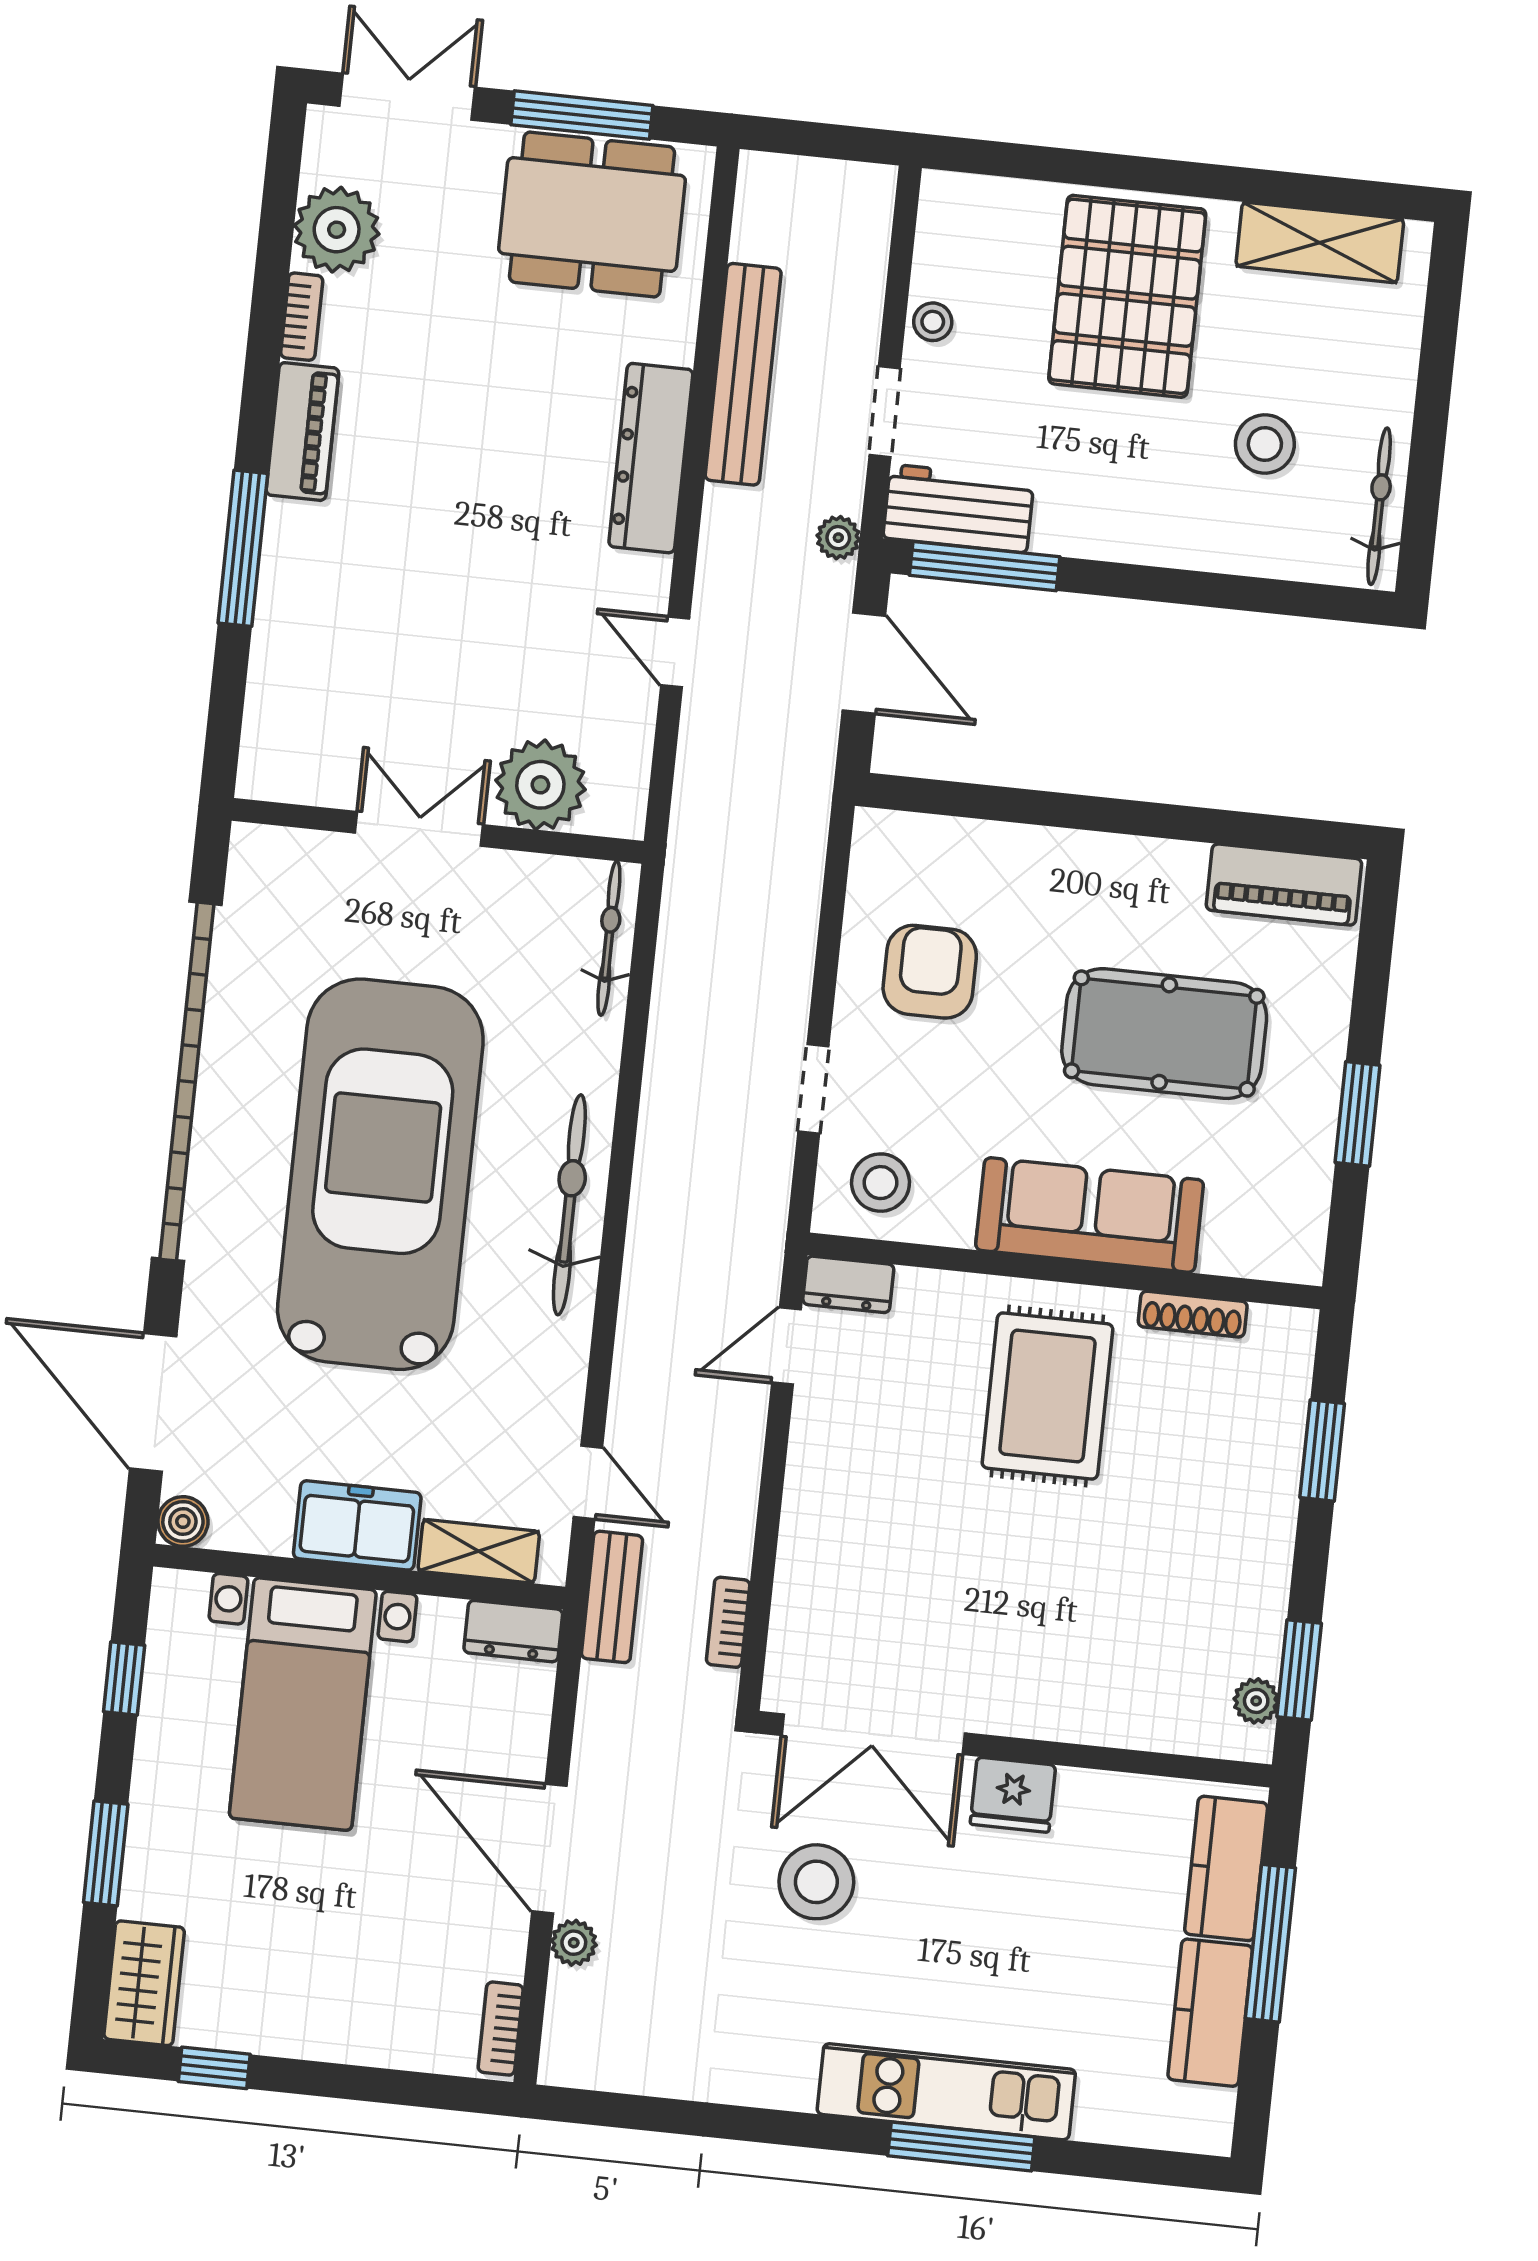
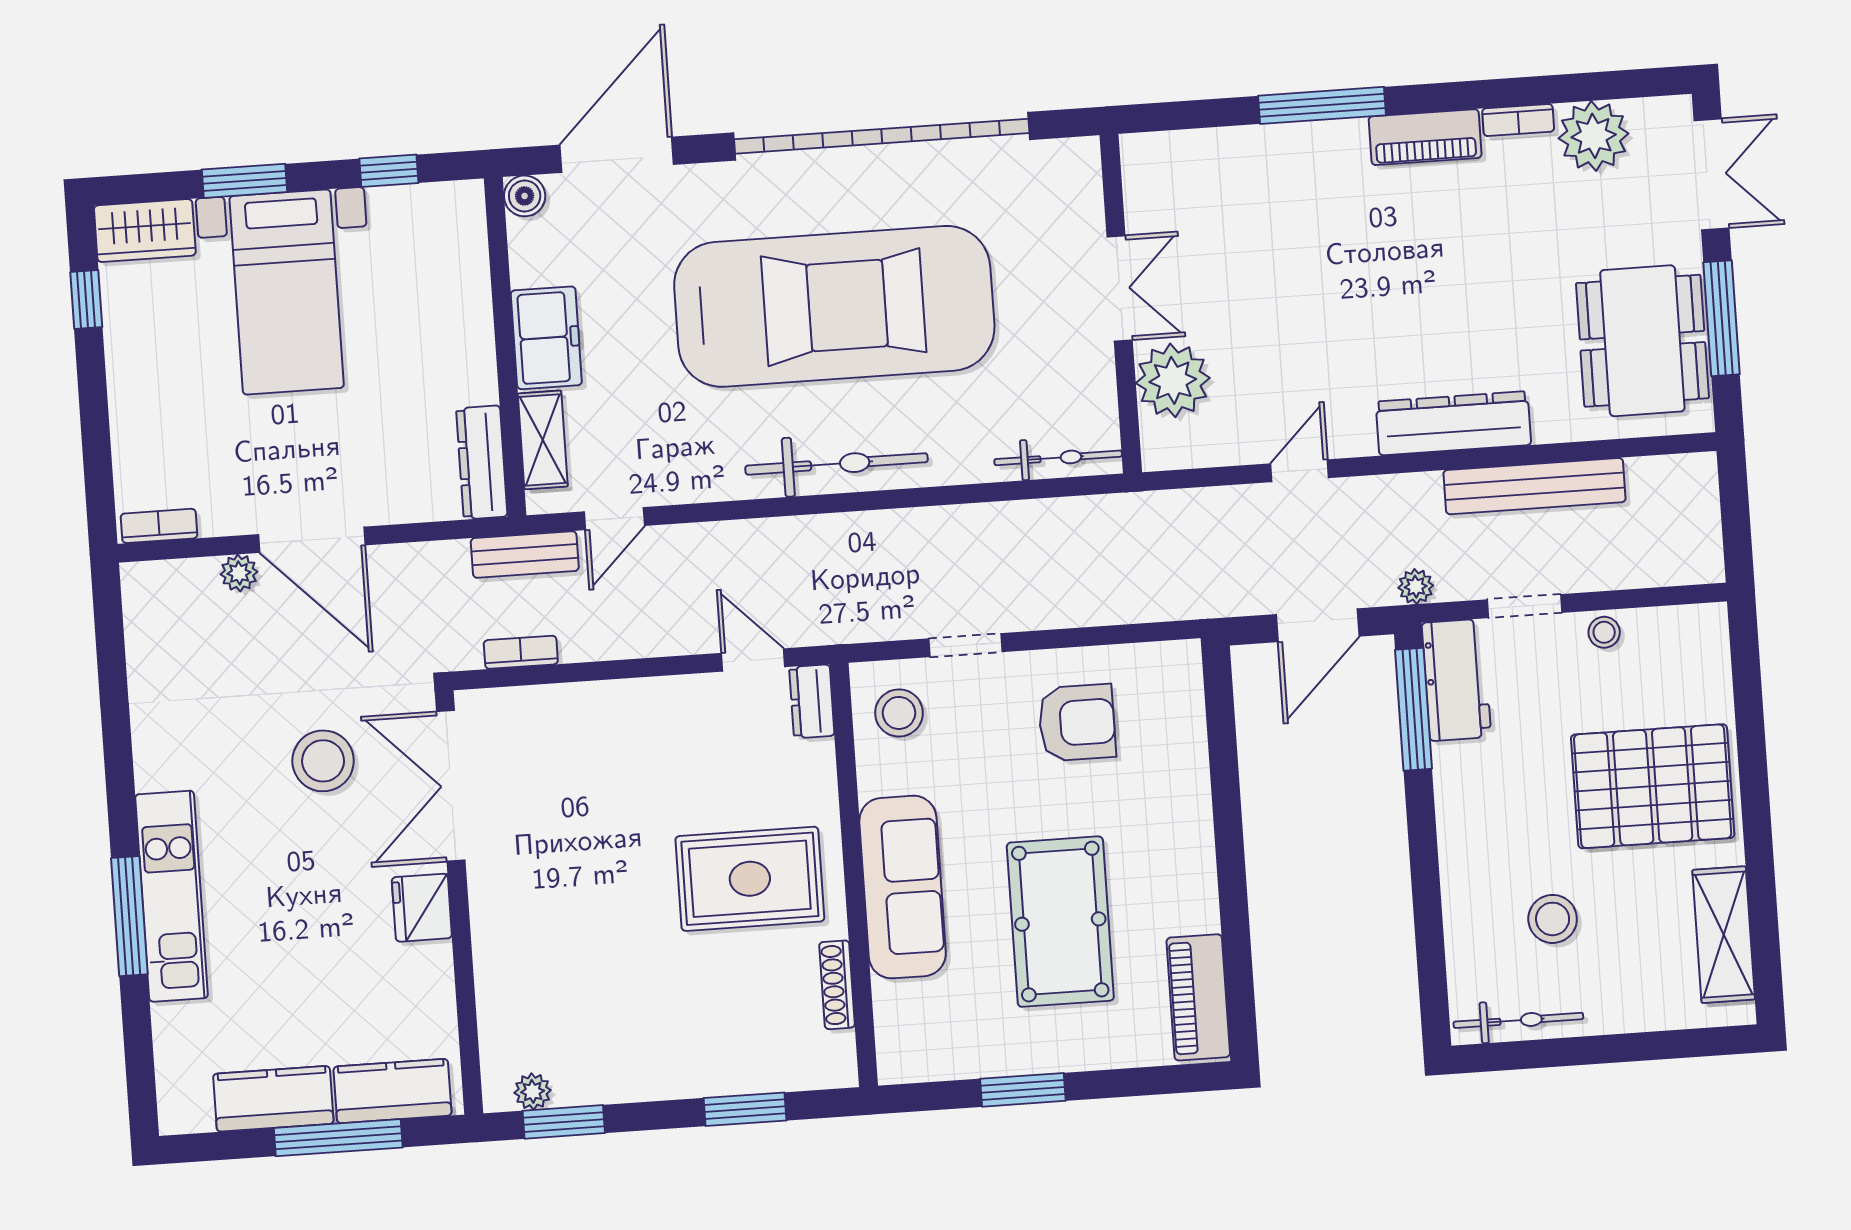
dresser: (513, 1631) -> (482, 462), width x1.44
bed with nightstands: (303, 1704) -> (287, 292), moved, turned -90
door: (549, 1849) -> (312, 540), swing flipped

